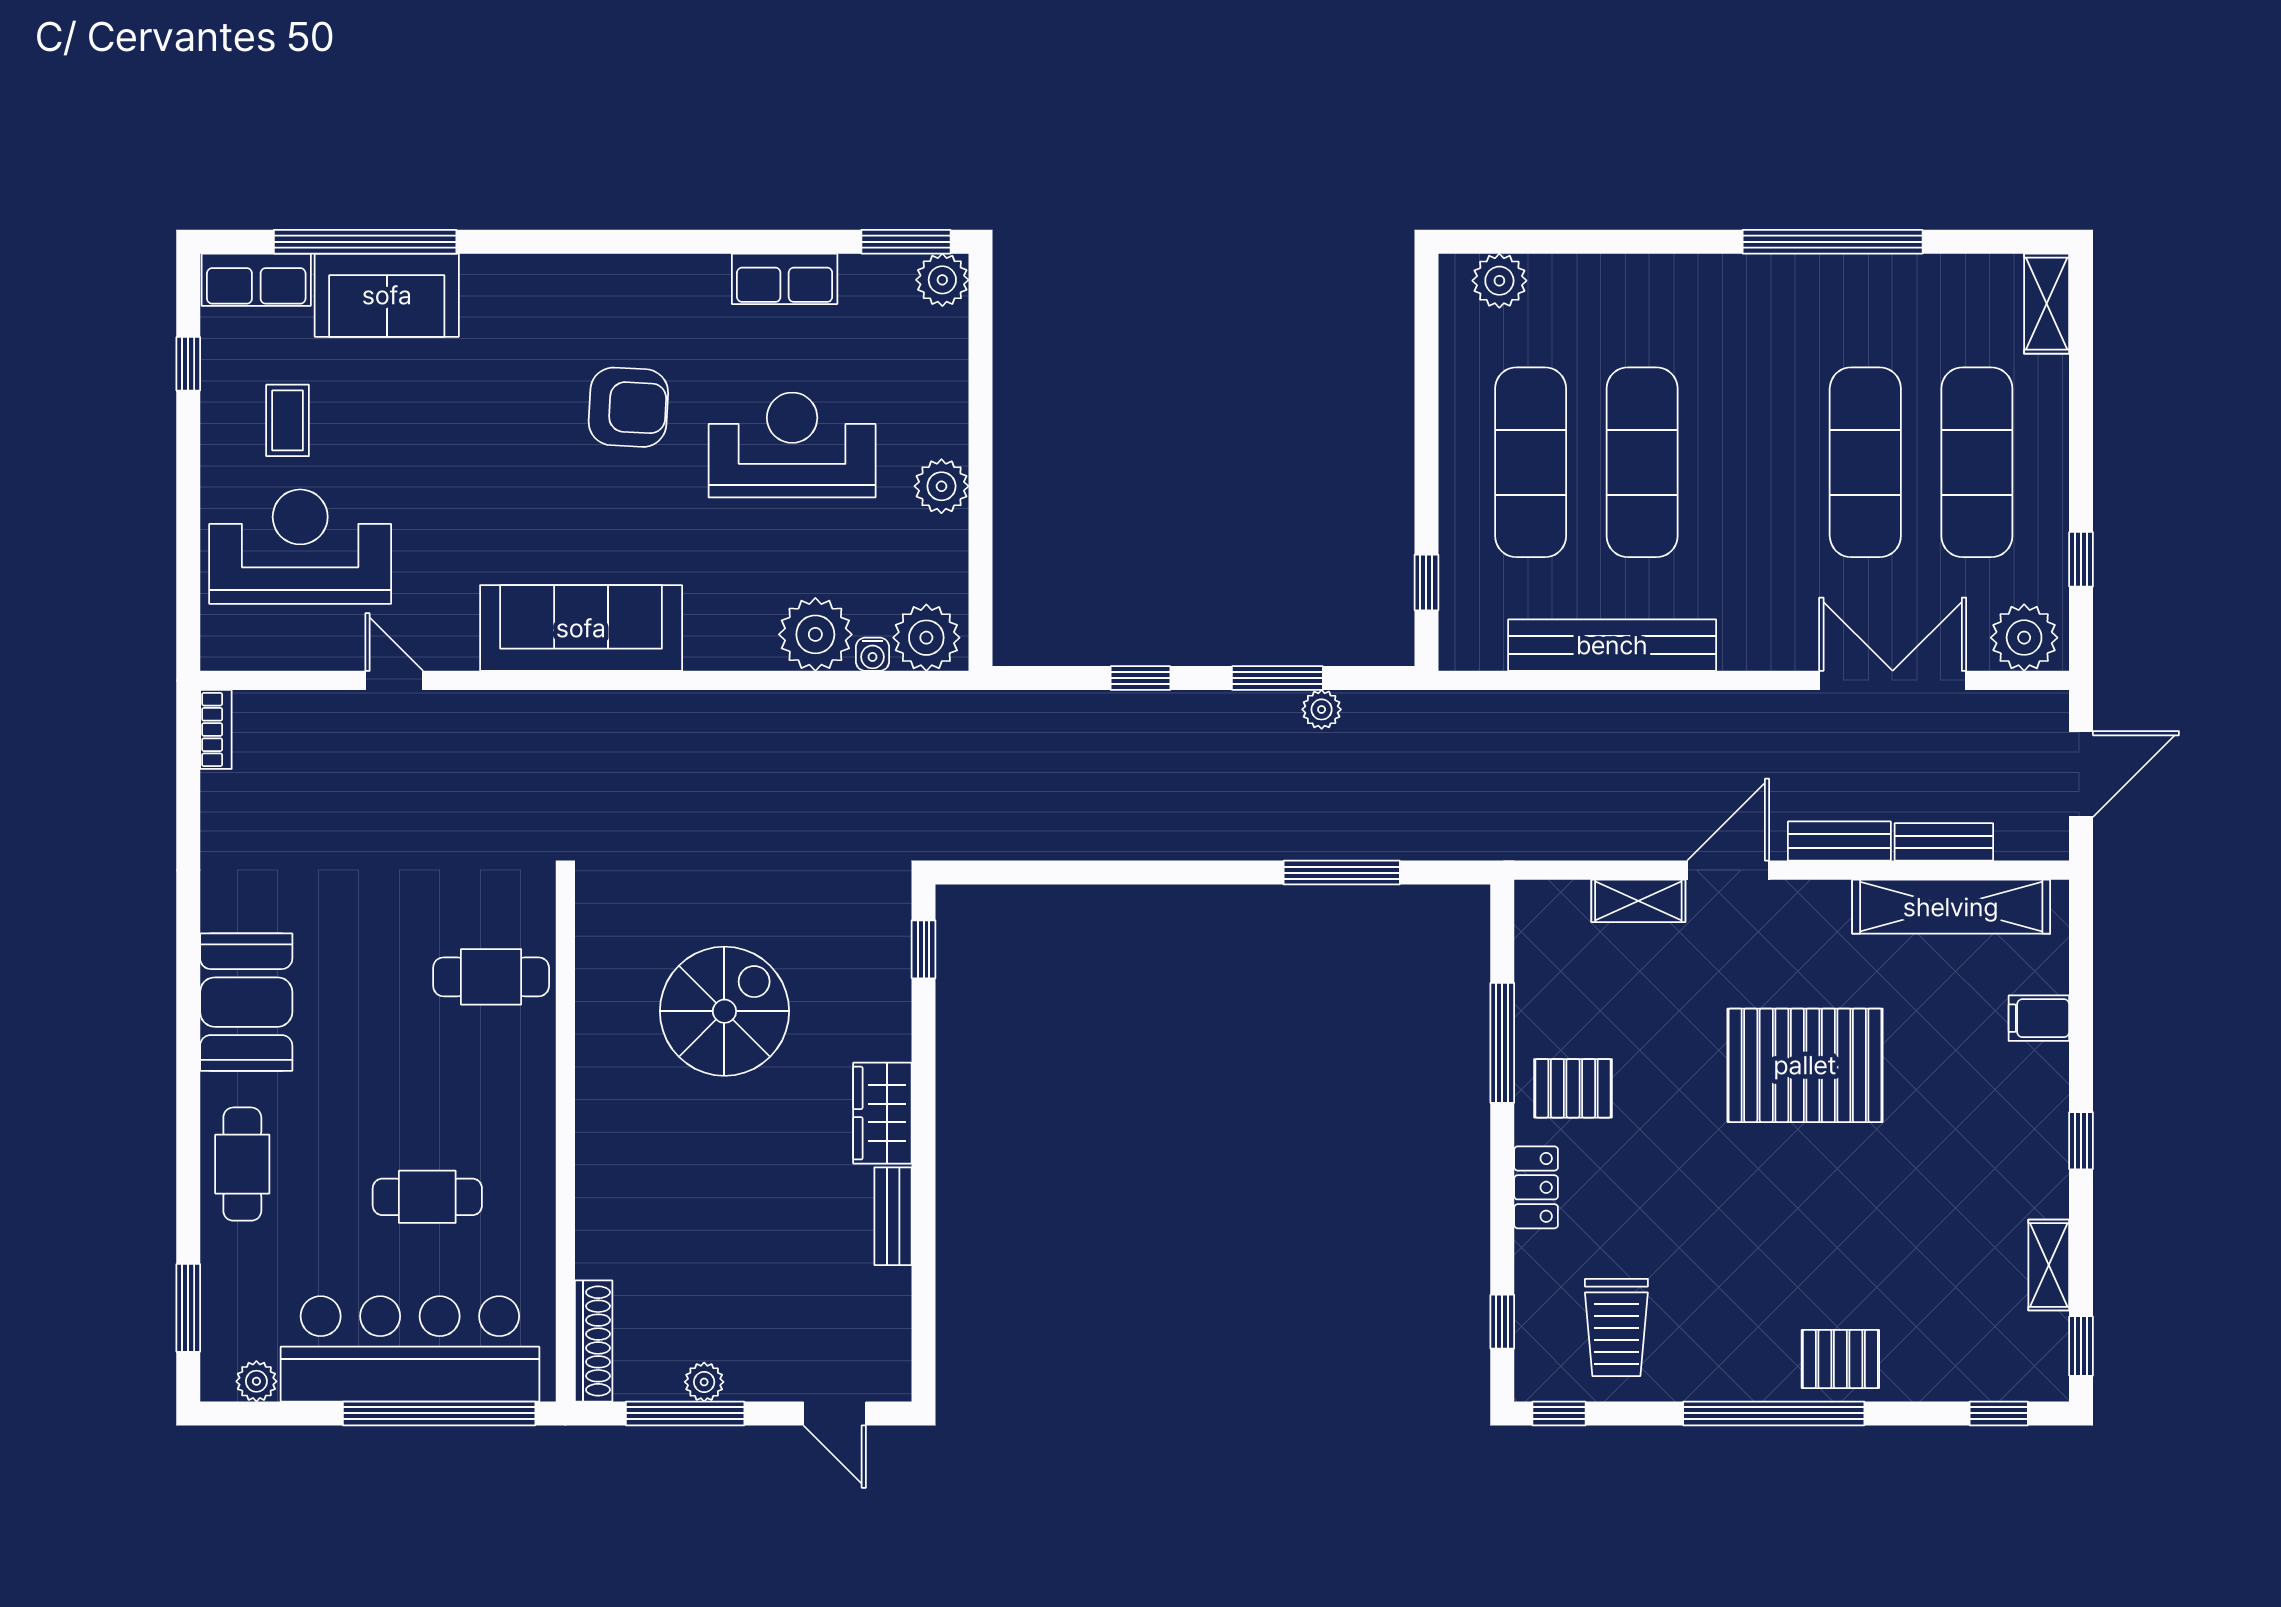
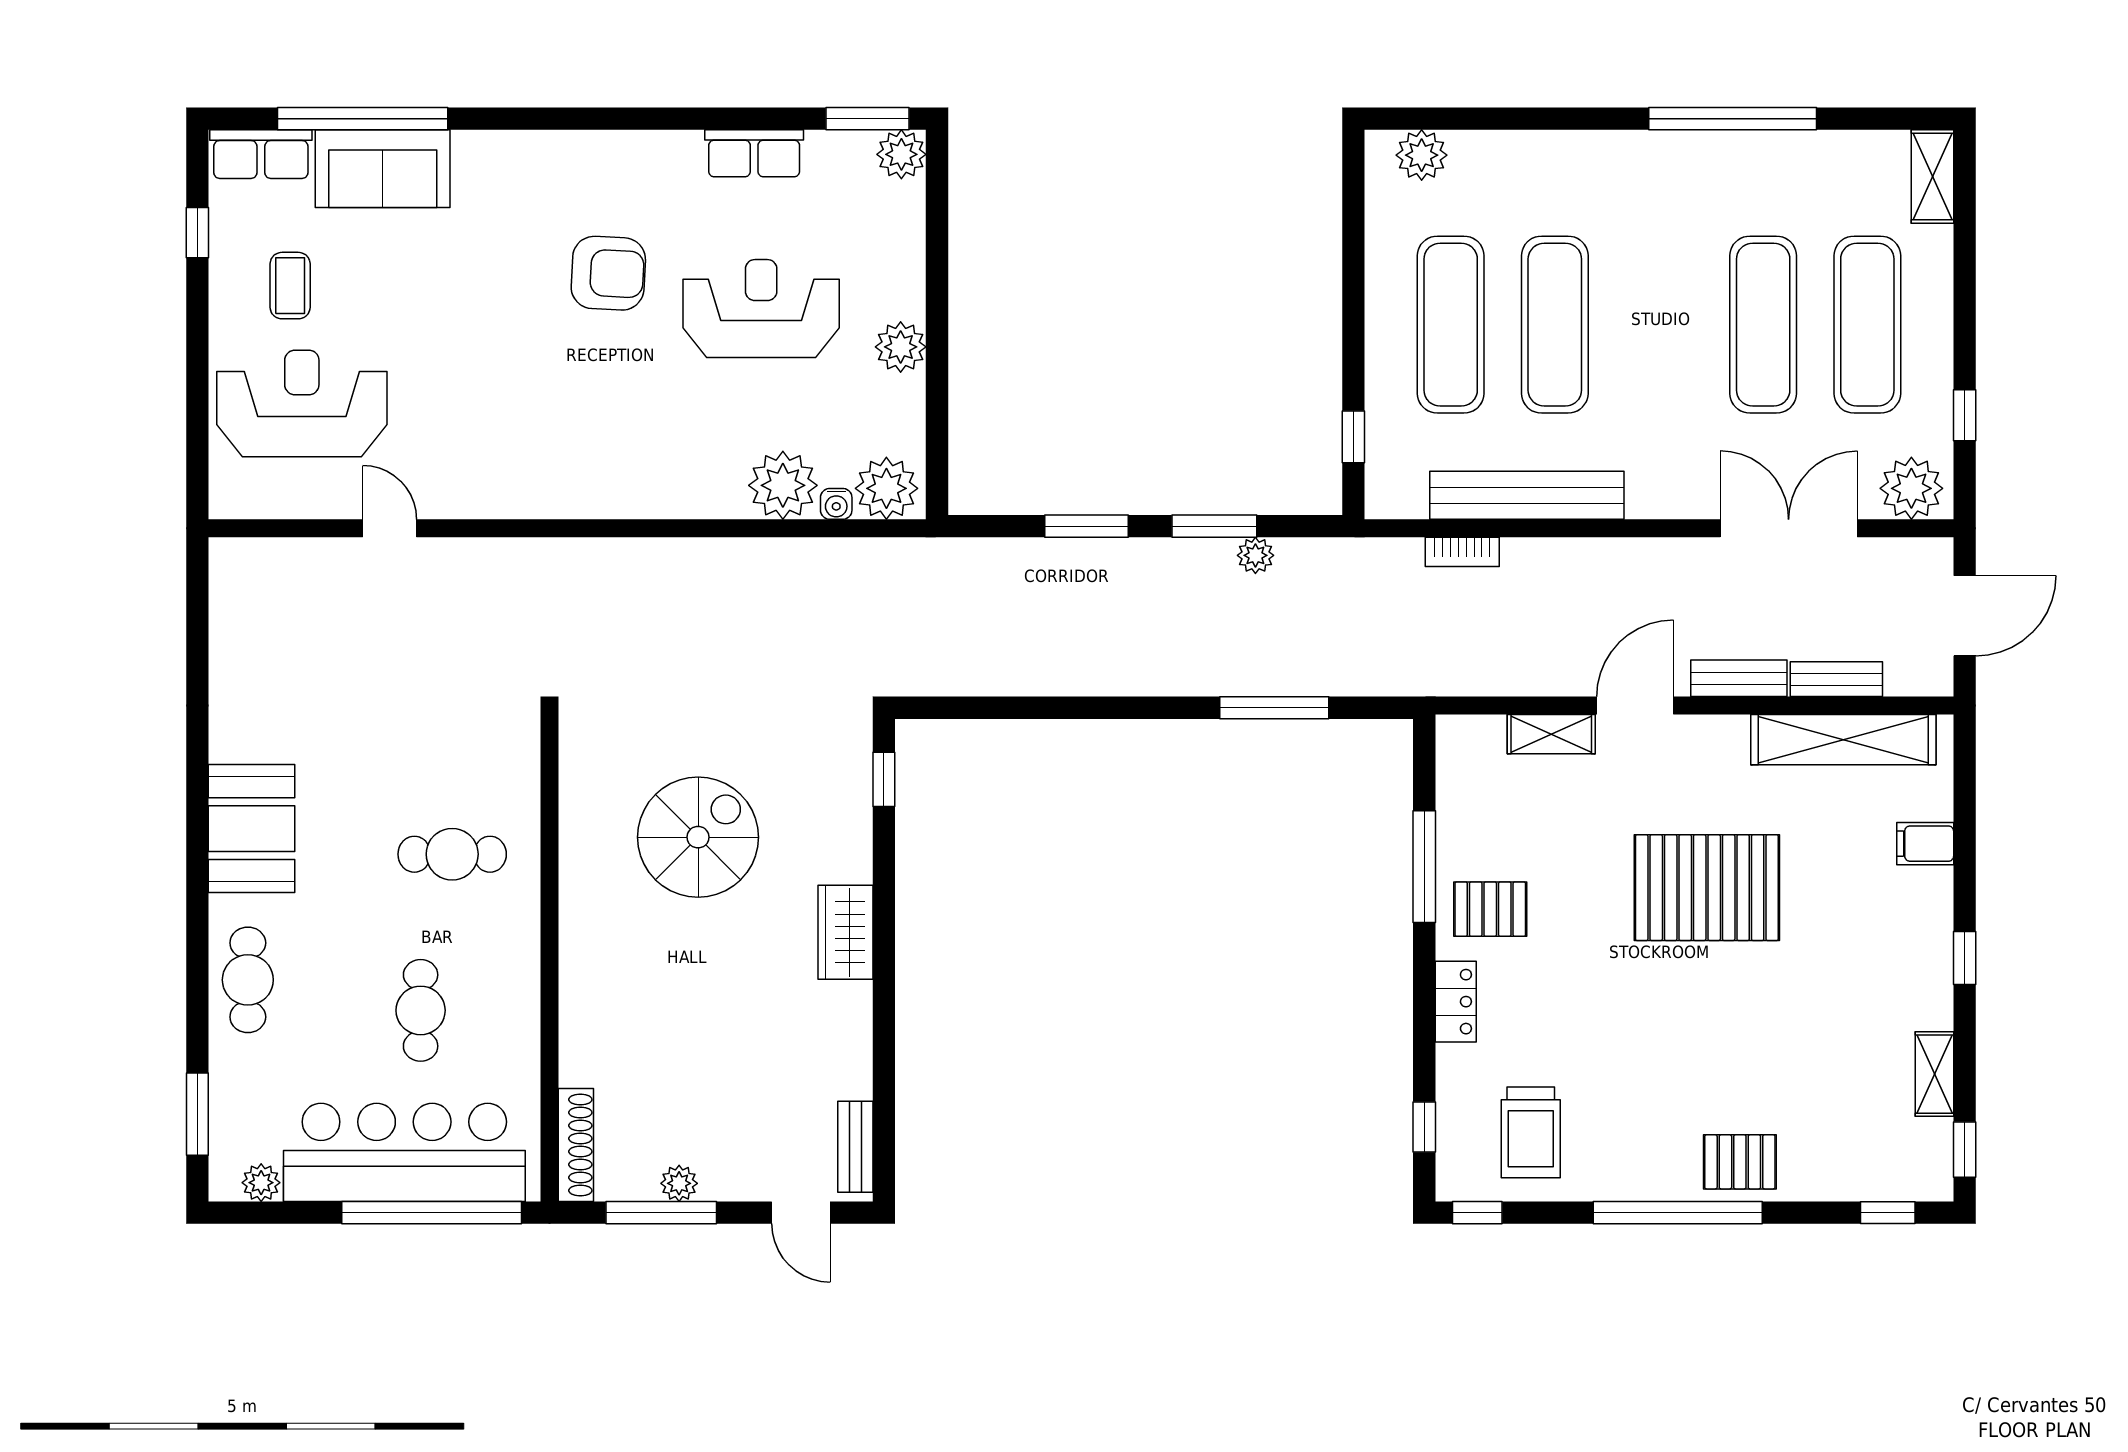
sofa: (581, 628) -> (564, 479), removed
window: (1140, 678) -> (1086, 526), width x1.50
bookcase: (216, 729) -> (1462, 552), moved, turned 90
cafe table: (491, 977) -> (452, 854), moved
cafe table: (427, 1197) -> (421, 1010), turned 90
bench: (893, 1216) -> (855, 1147), moved

